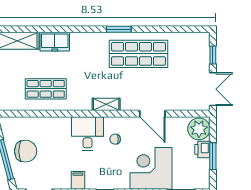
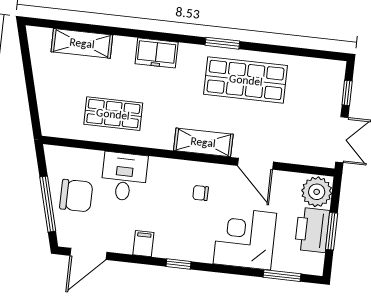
freezer: (55, 42) -> (157, 53), moved
shelving: (106, 104) -> (203, 142), width x1.50, depth x1.33
desk: (88, 134) -> (124, 177), moved
printer: (202, 149) -> (312, 230), width x1.87, depth x1.48

